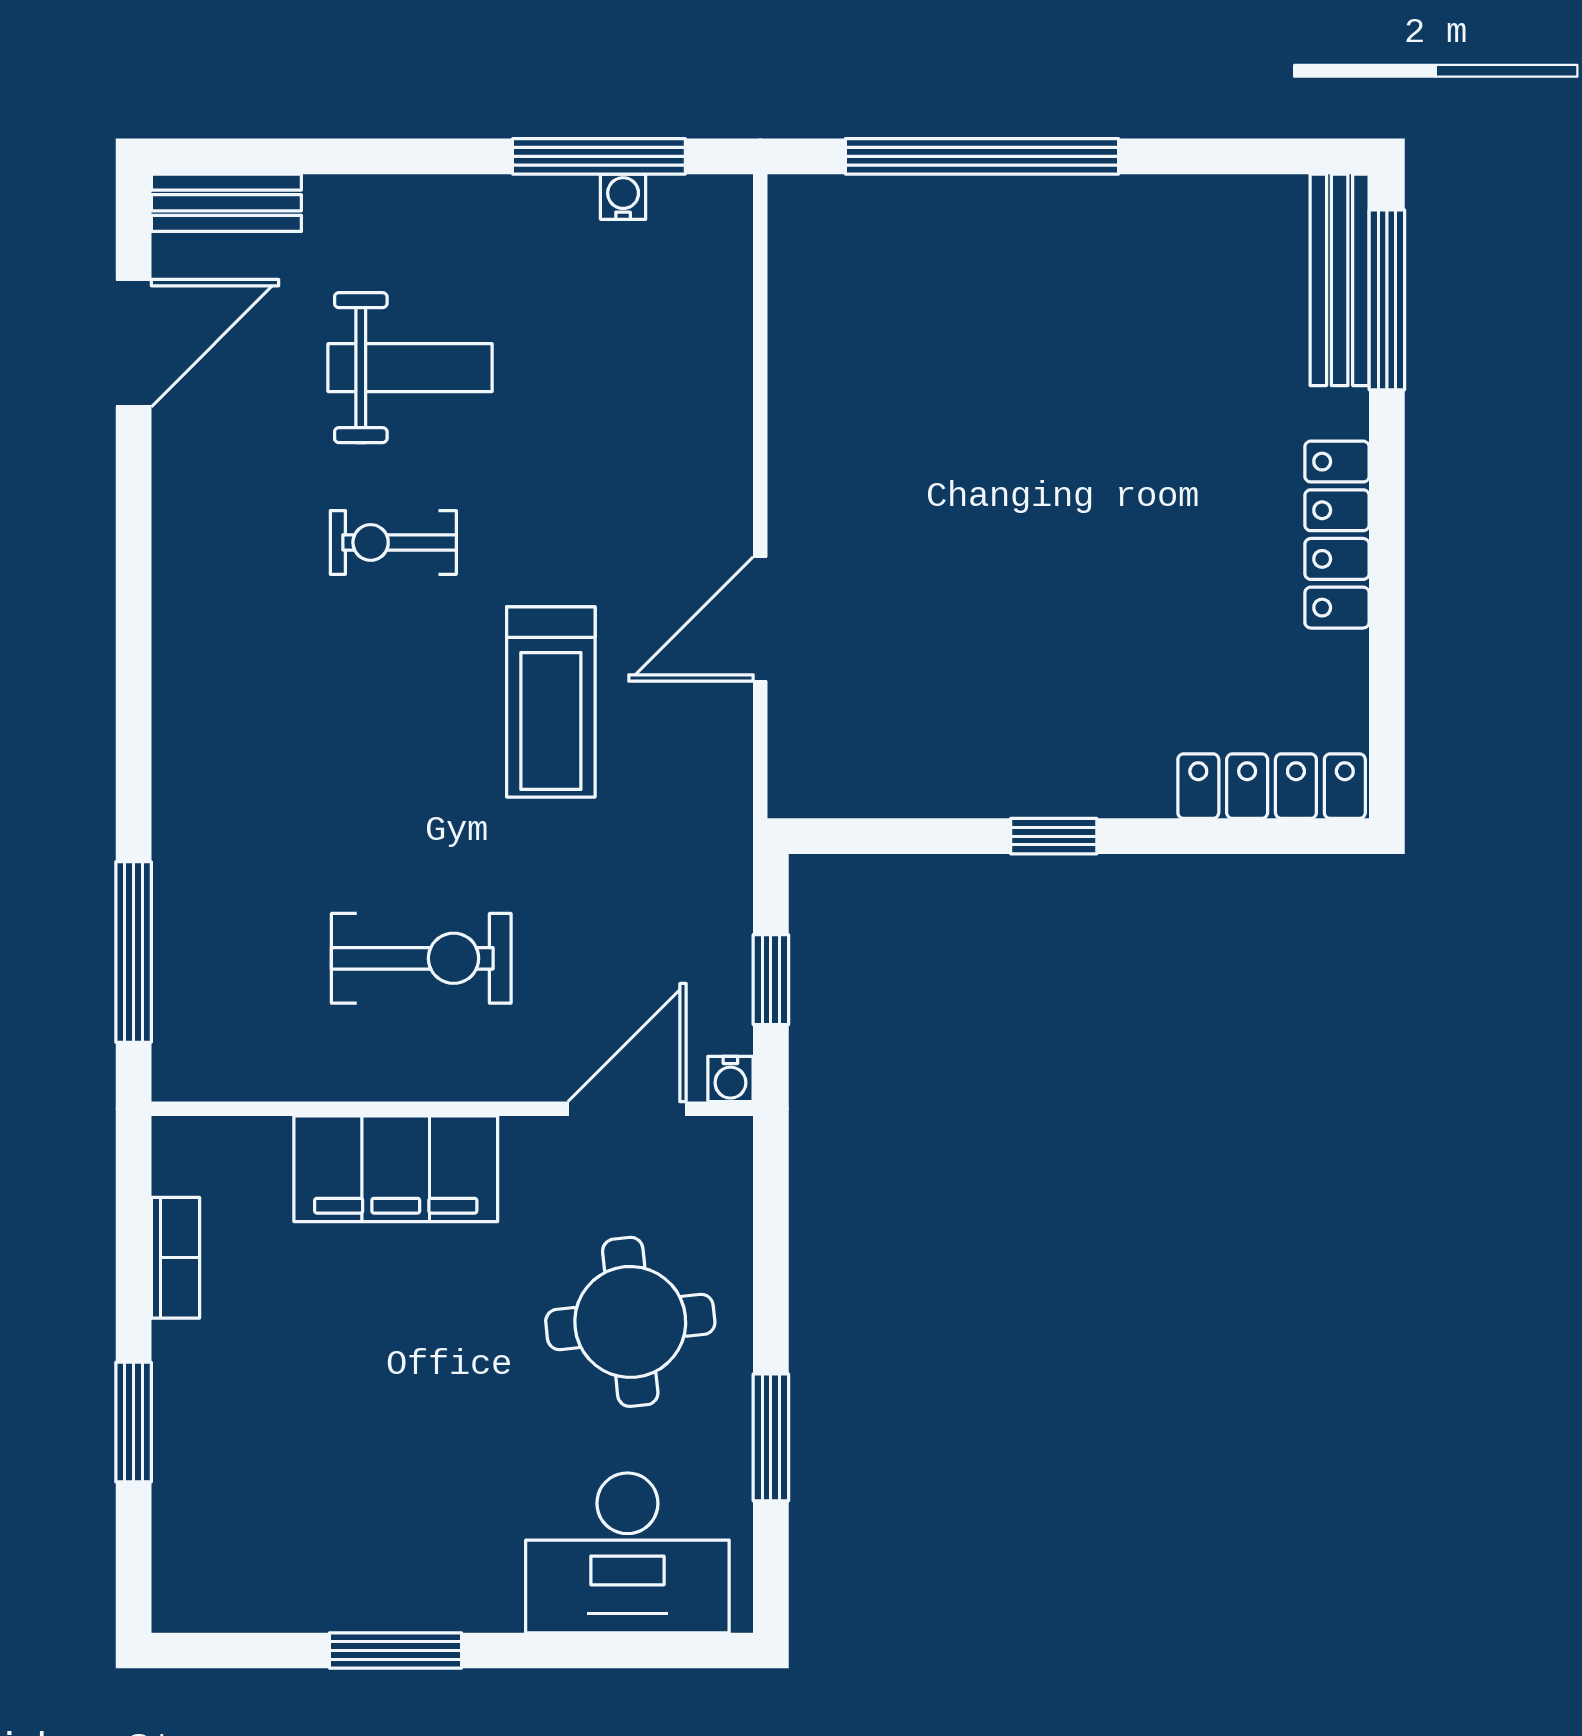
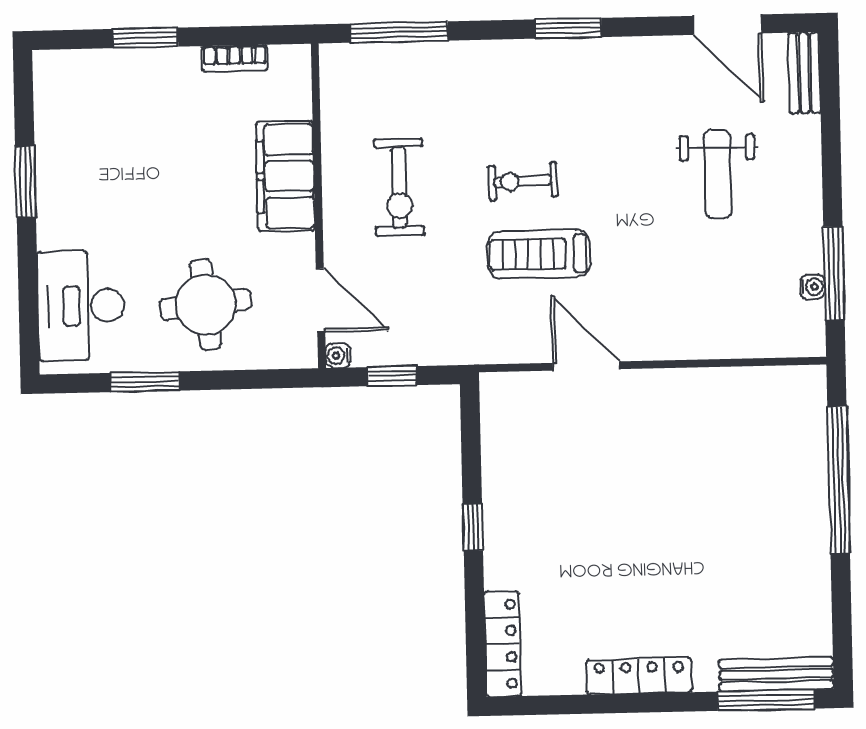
exercise bike: (393, 542) -> (523, 181), moved, turned -92
window: (134, 639) -> (568, 28), added

